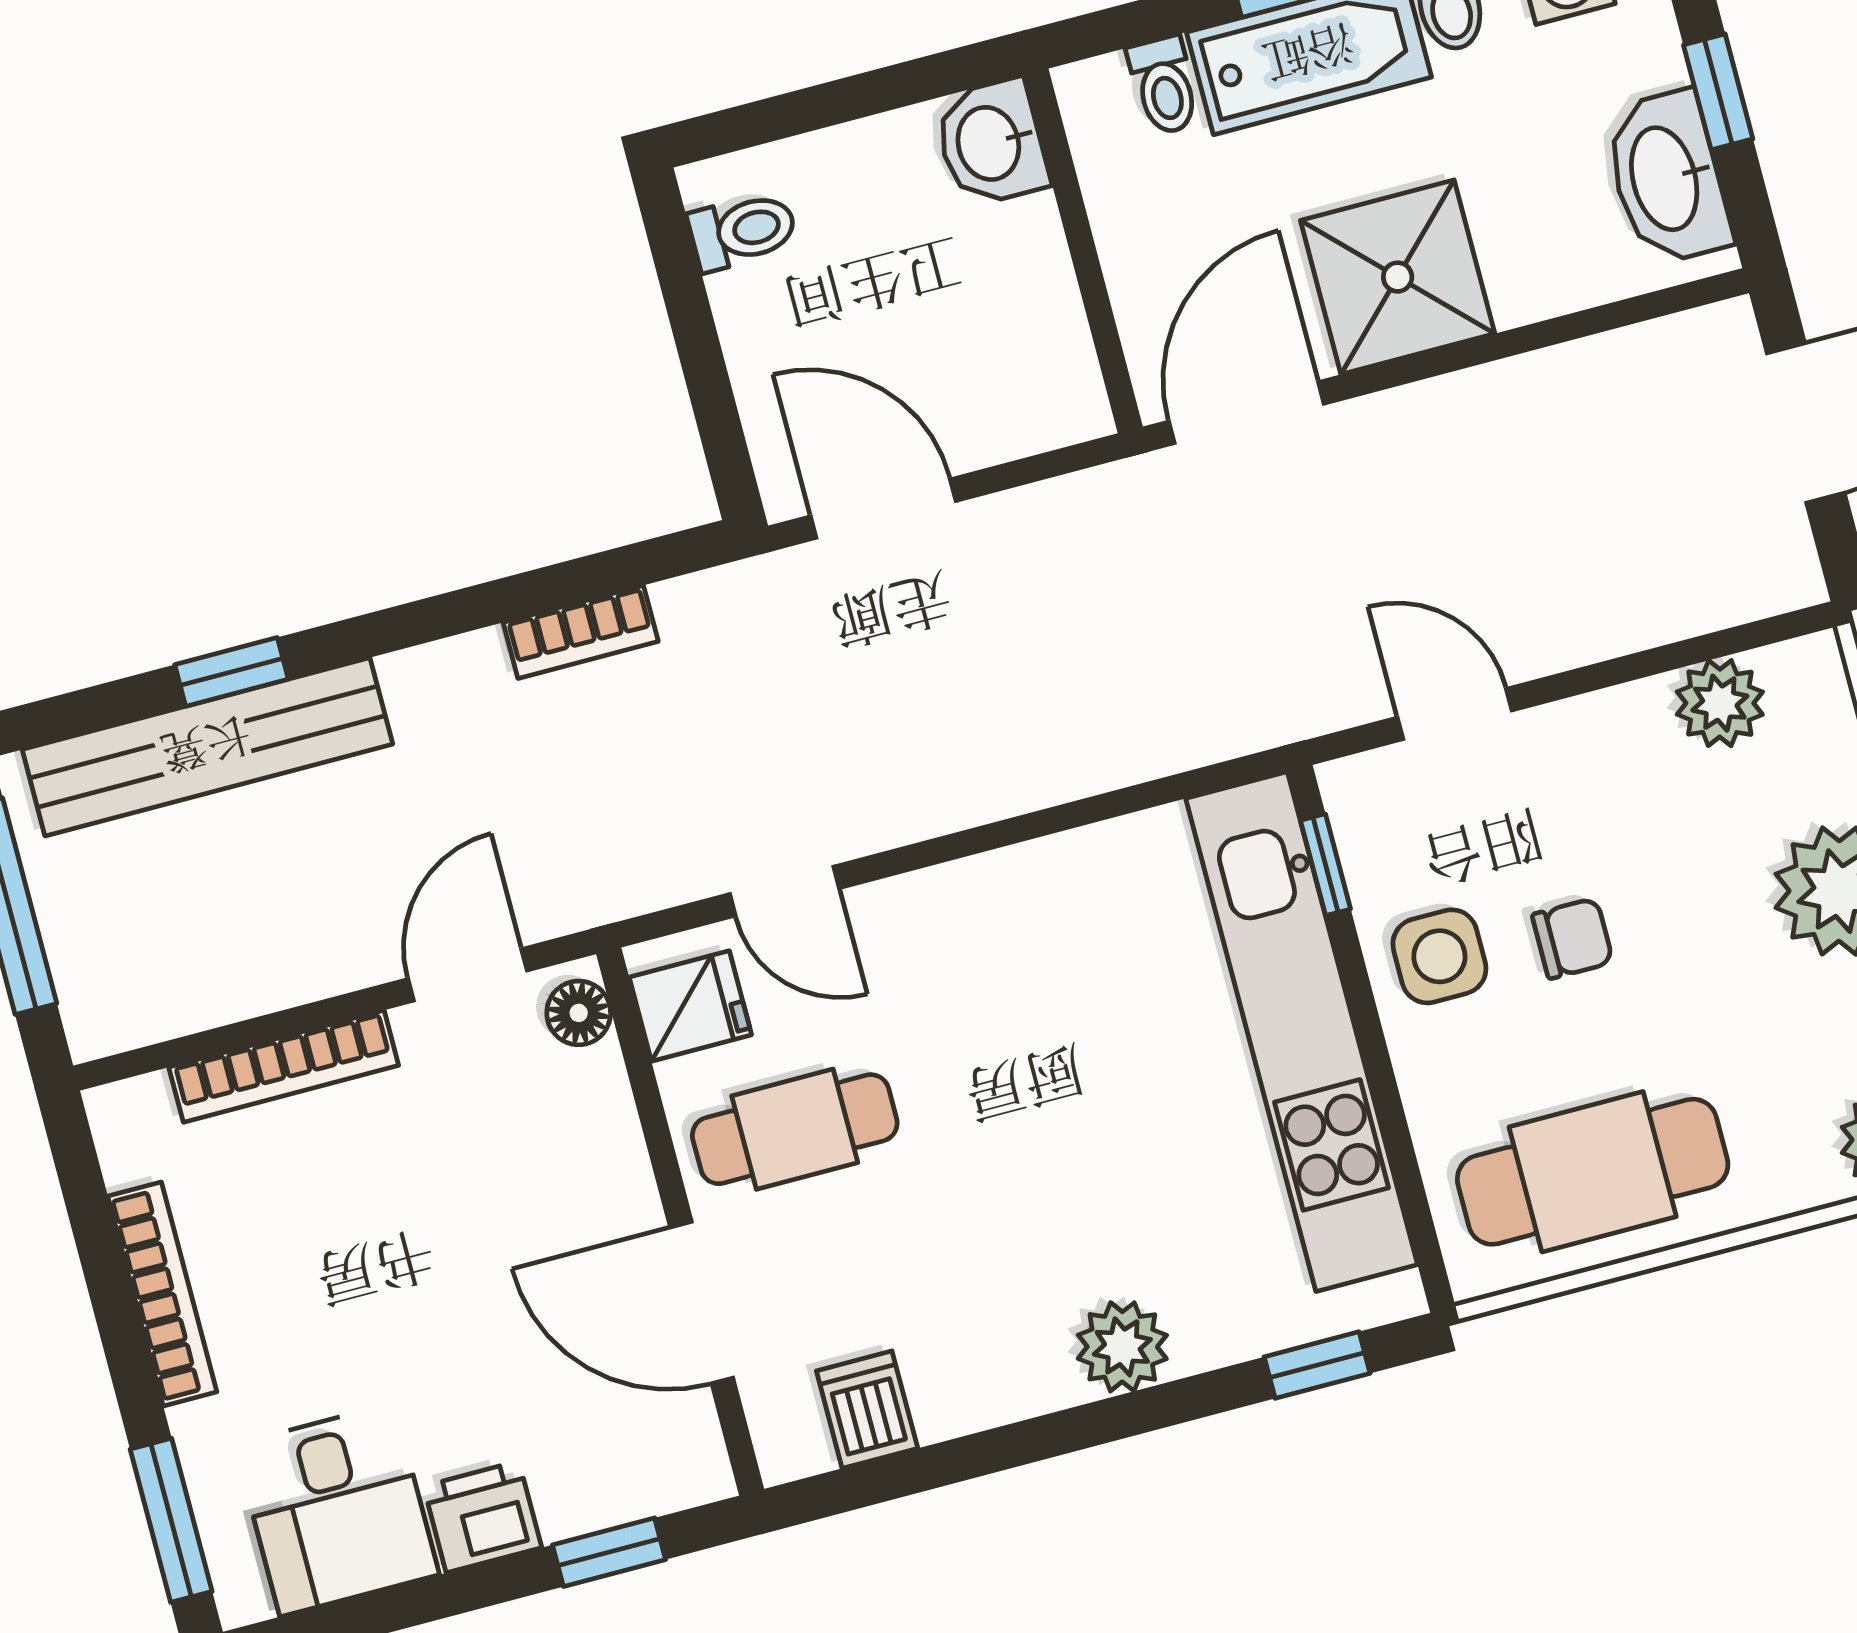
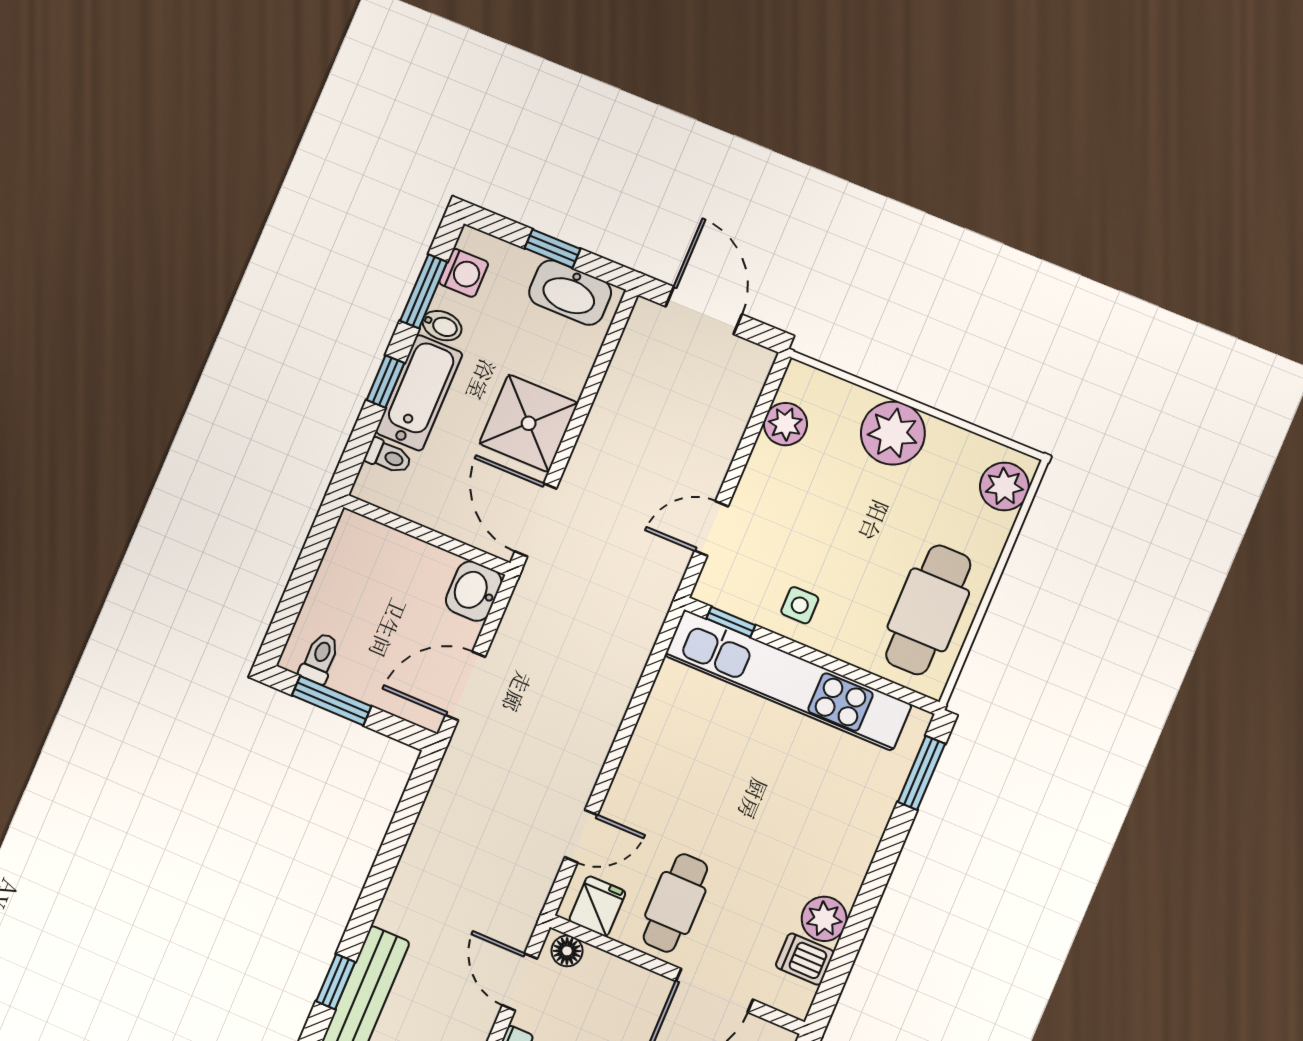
washbasin: (991, 143) -> (474, 591), moved, turned 90
window: (688, 306) -> (332, 701), added
bookcase: (581, 632) -> (423, 837), removed
chair: (1573, 938) -> (832, 549), removed
side table: (1439, 956) -> (800, 605), width x0.73, depth x0.73
plant: (1122, 1347) -> (824, 919), moved
window: (1317, 1365) -> (921, 773), width x1.50

